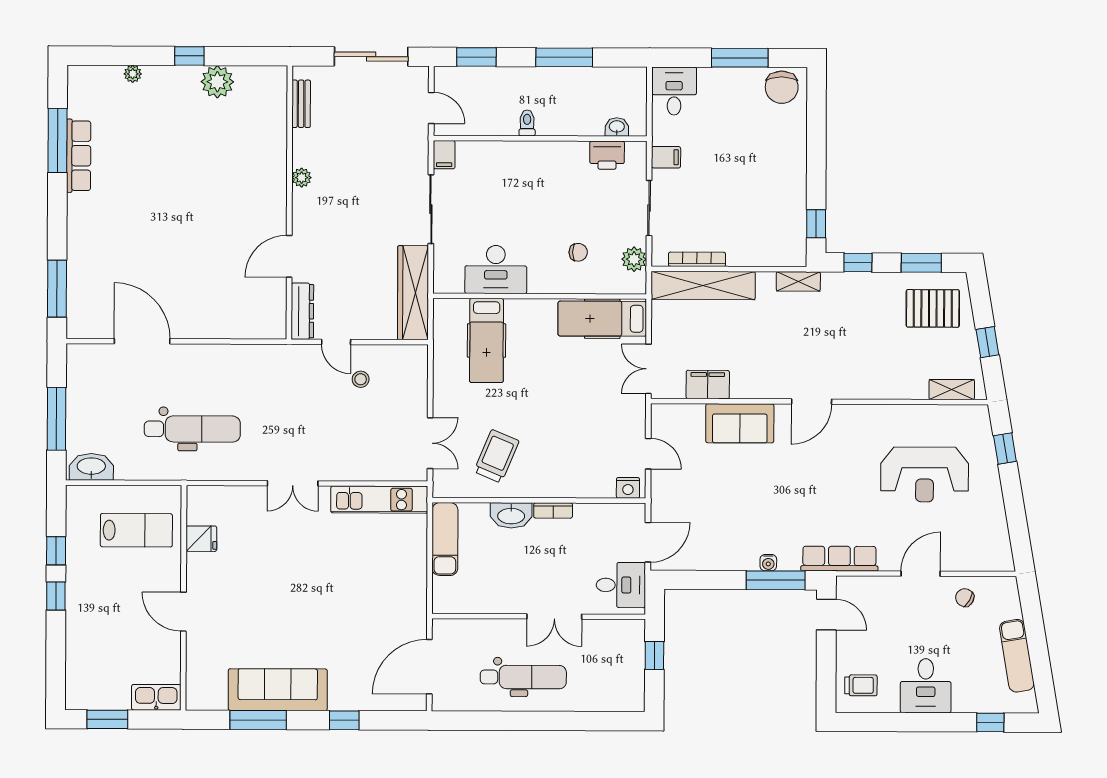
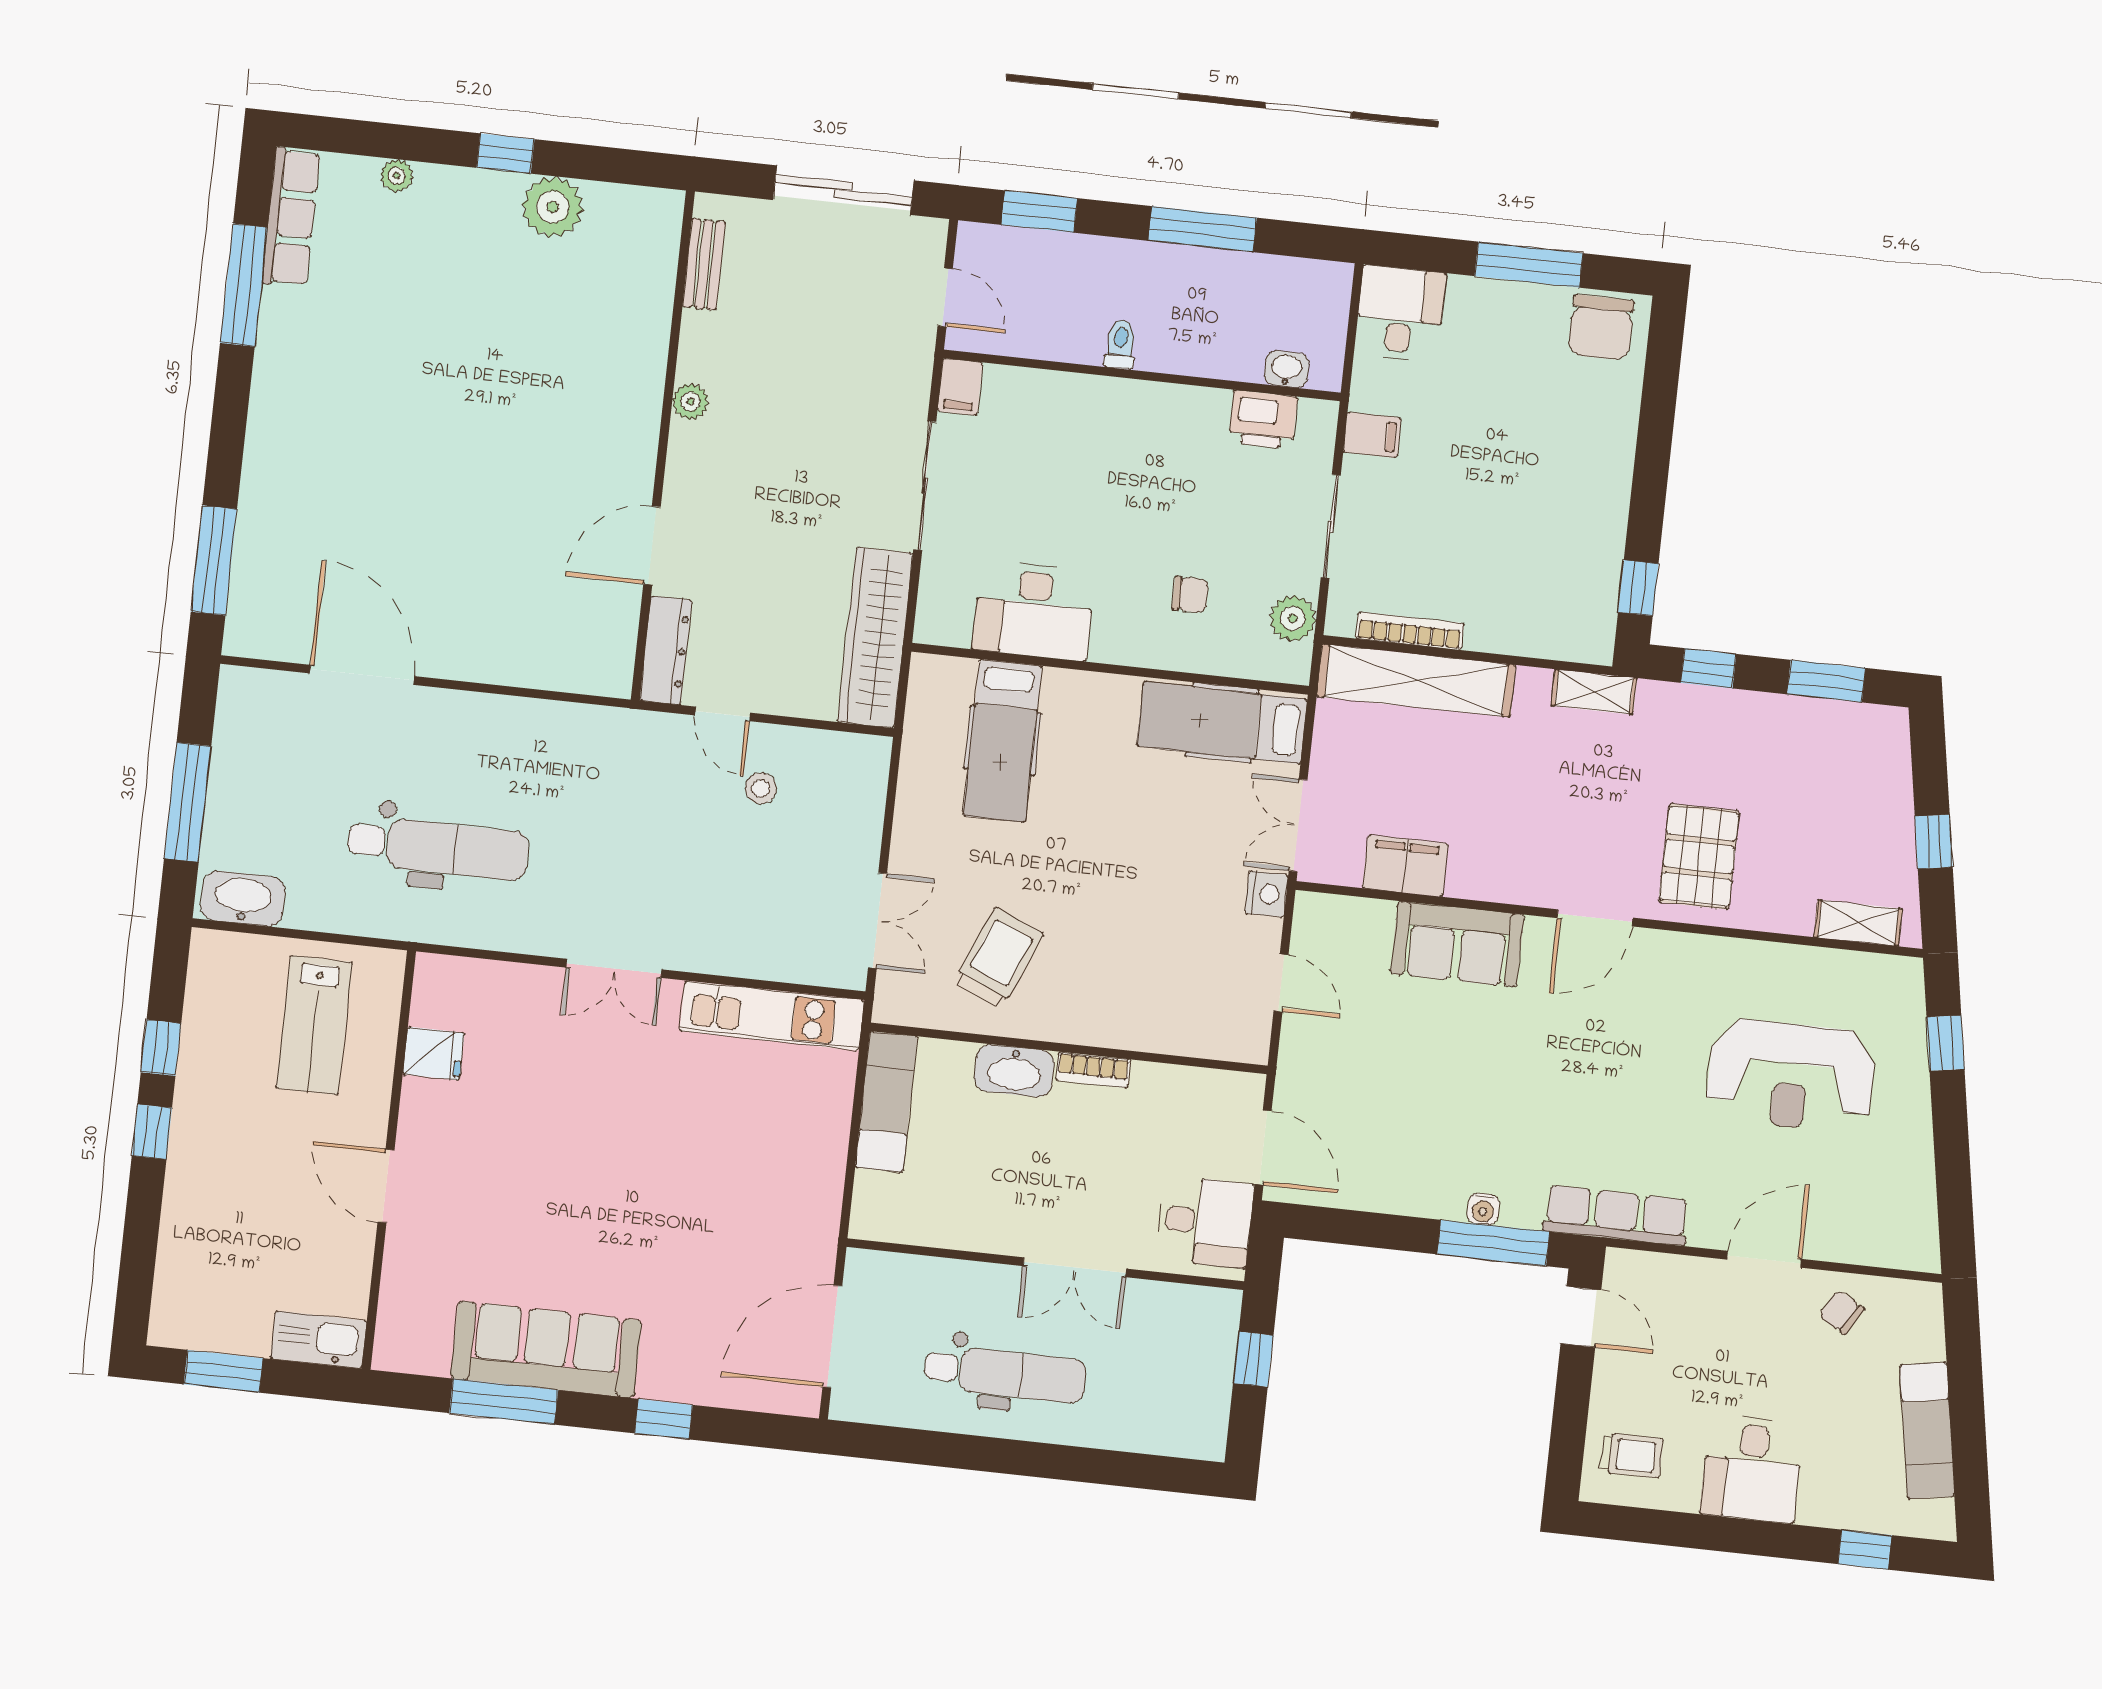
row of seats: (79, 156) -> (291, 217), moved
pallet: (933, 308) -> (1699, 857), moved, turned 90
nightstand: (628, 488) -> (1267, 894), moved, turned -90
lab bench: (136, 530) -> (314, 1025), turned 90
door: (648, 542) -> (1263, 1148), hinge flipped

